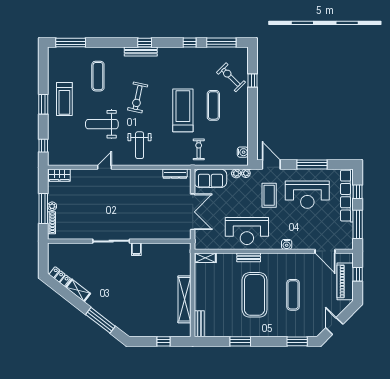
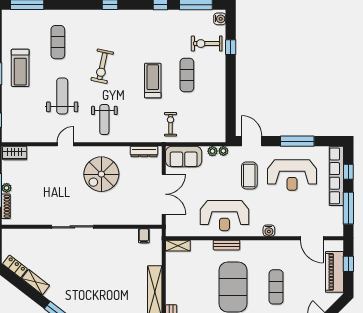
bench: (141, 52) -> (106, 15), removed
exercise bike: (231, 77) -> (207, 44), turned -45
treadmill: (183, 110) -> (153, 81), width x0.73, depth x0.73
weight bench: (102, 124) -> (62, 96), turned 90
water cooler: (243, 152) -> (220, 19), moved
spiral stairs: (137, 194) -> (101, 174), added
filing cabinet: (136, 249) -> (144, 236), moved

